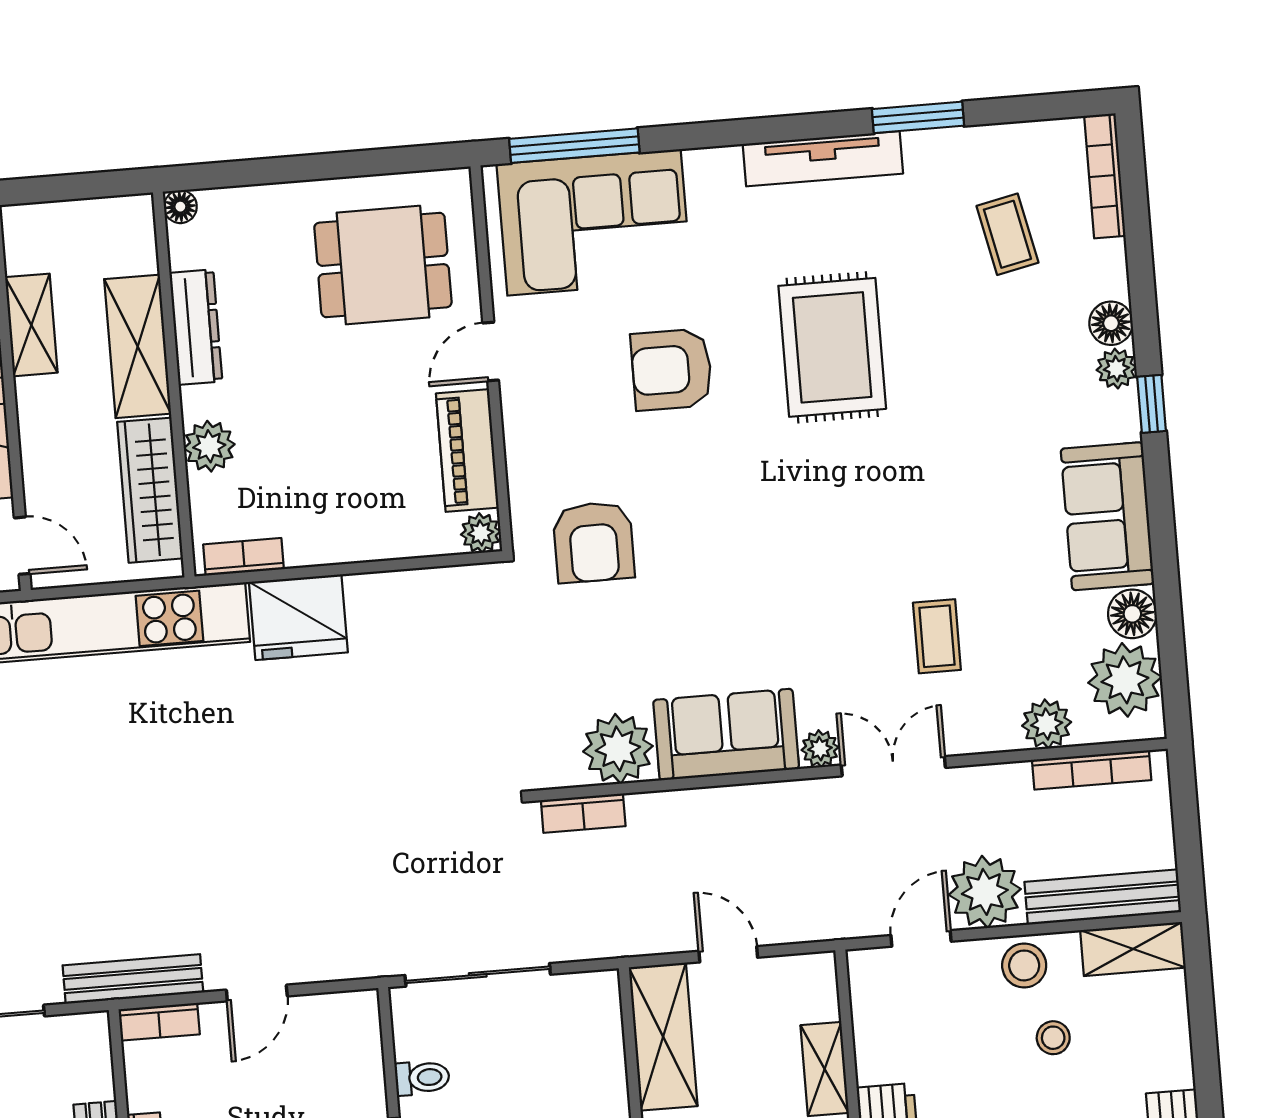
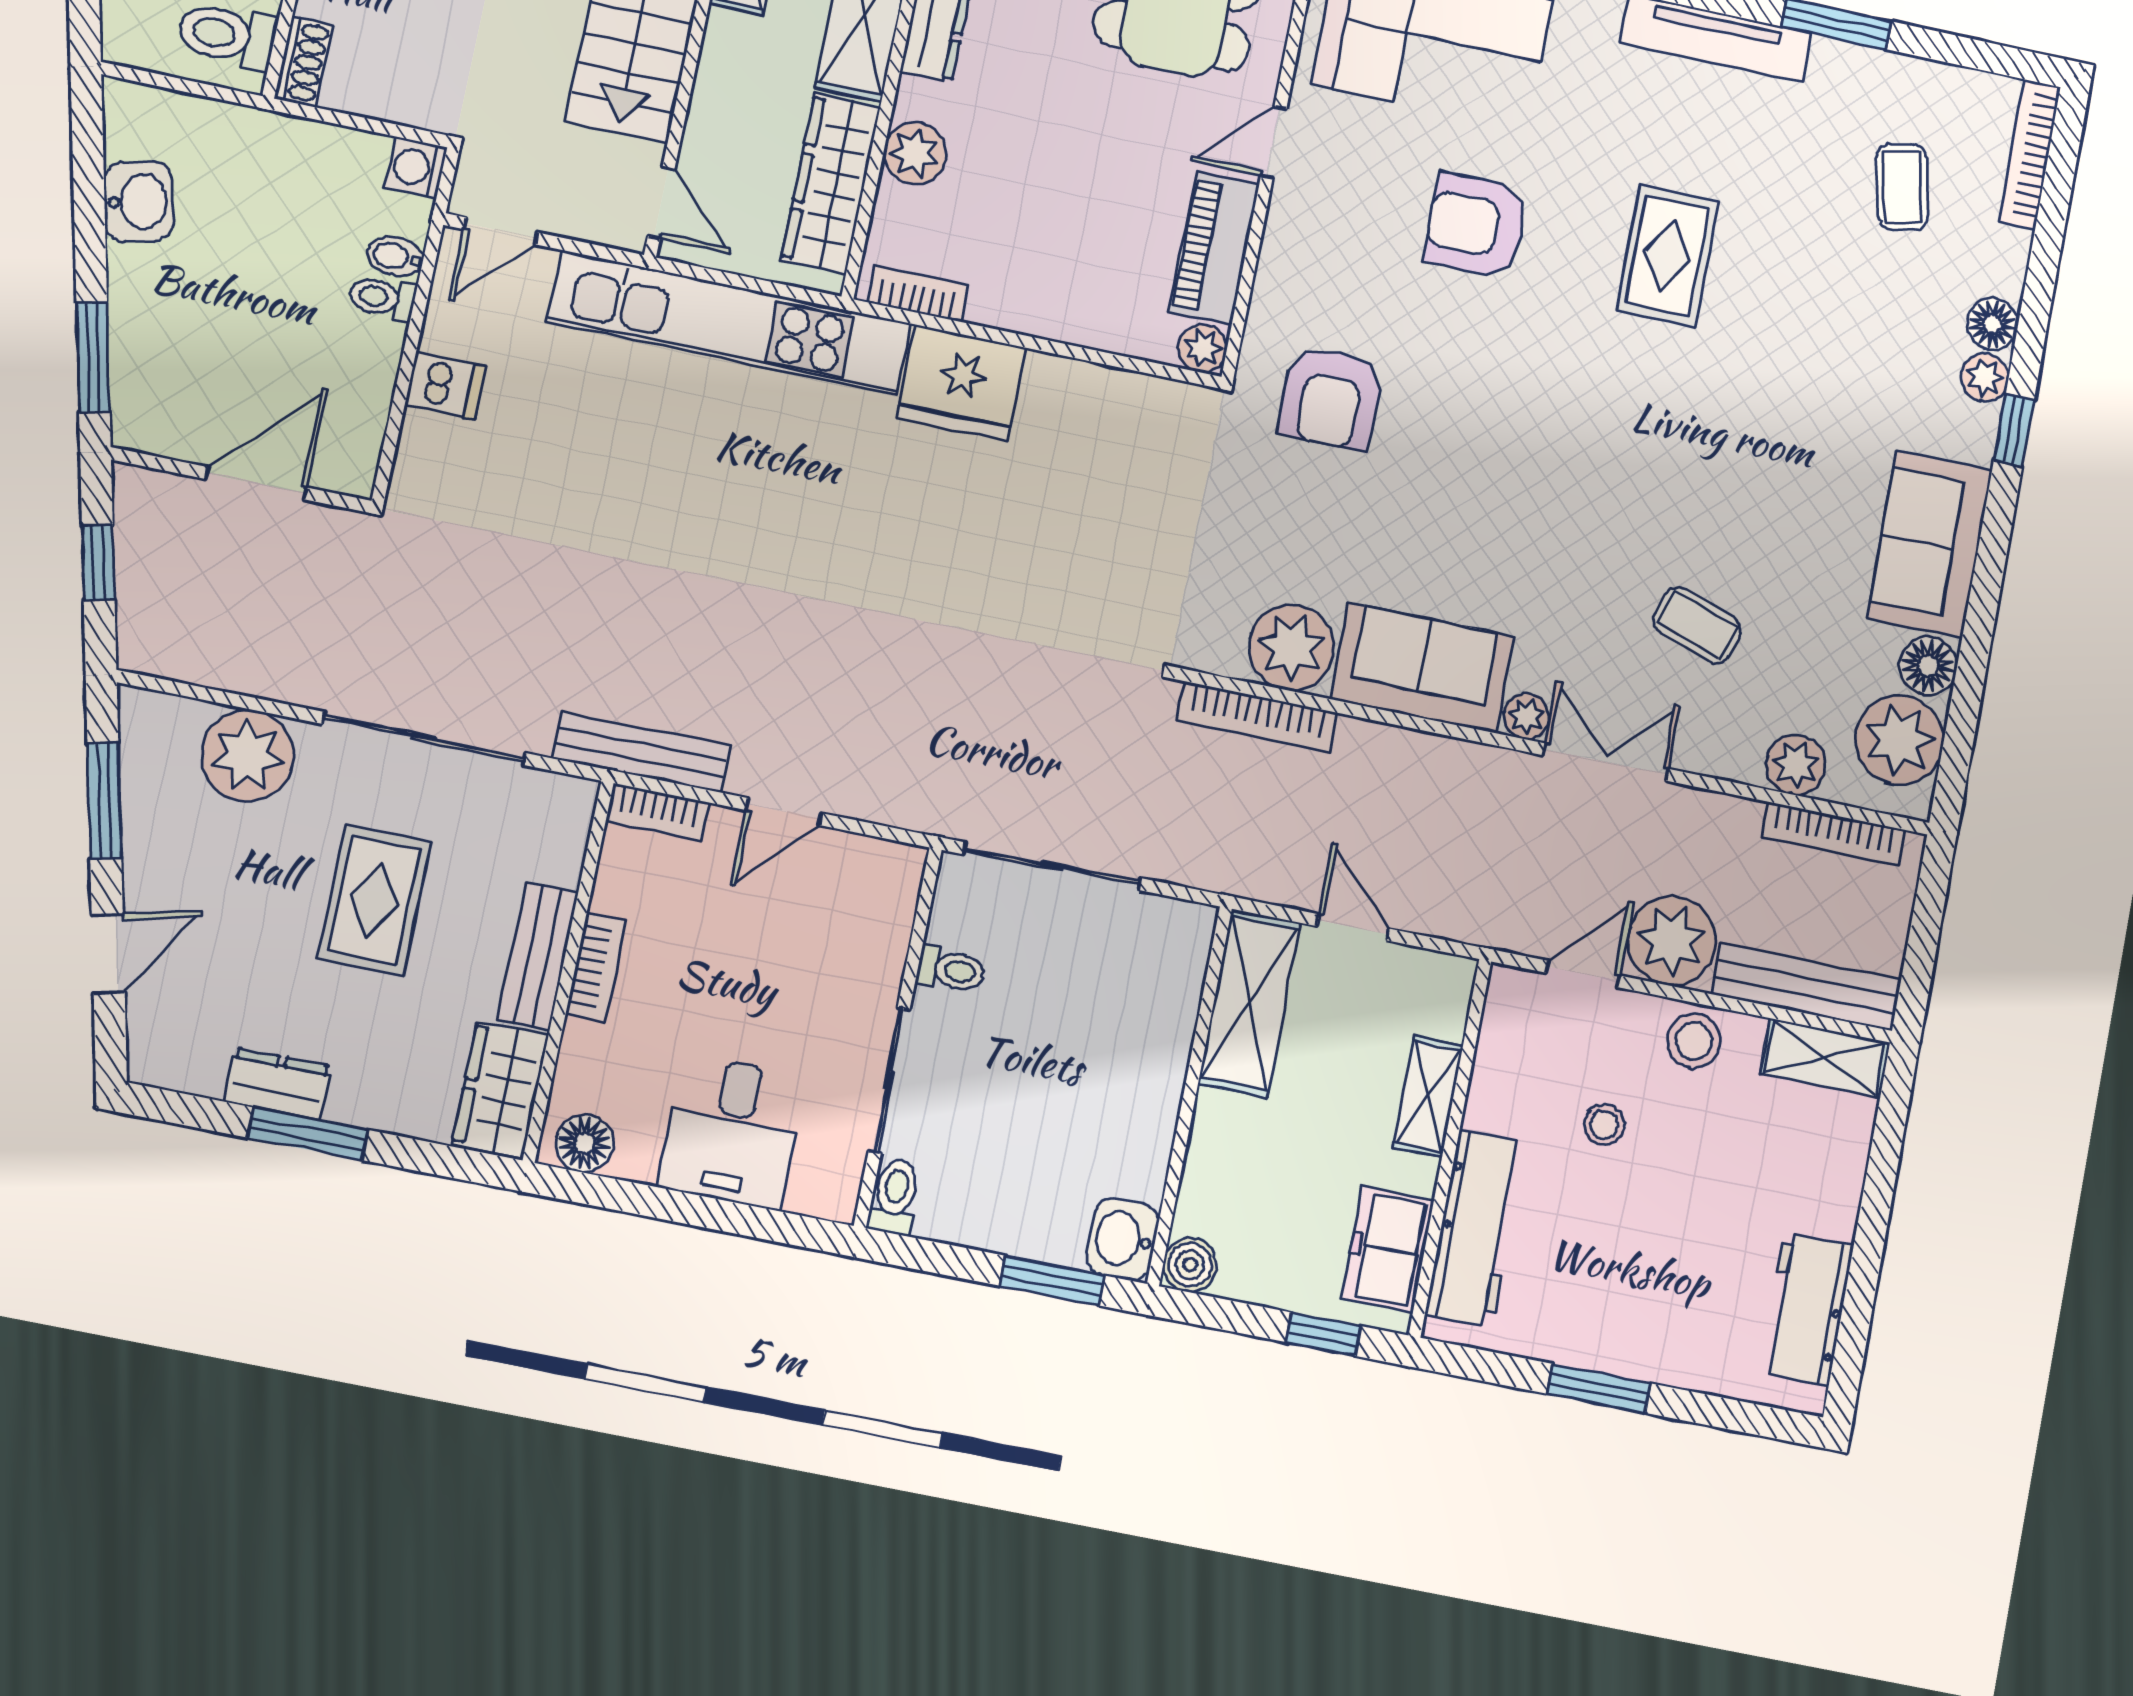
rug: (832, 347) -> (1667, 256), width x0.73, depth x0.70
coffee table: (937, 636) -> (1697, 625), turned -71
bookcase: (583, 813) -> (1257, 717), width x1.56
stool: (1053, 1038) -> (1604, 1125), moved

